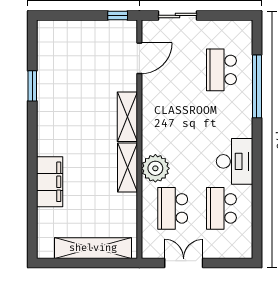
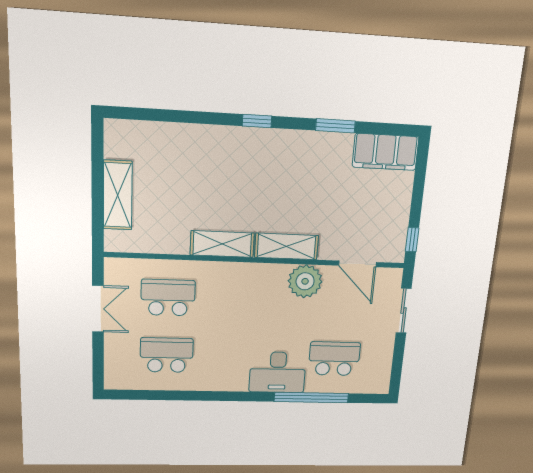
window: (32, 146) -> (257, 121), added
desk: (235, 161) -> (278, 372), moved
plant: (155, 168) -> (305, 281), moved
filing cabinet: (50, 182) -> (386, 152), moved
shelving: (93, 248) -> (118, 195), width x0.68

